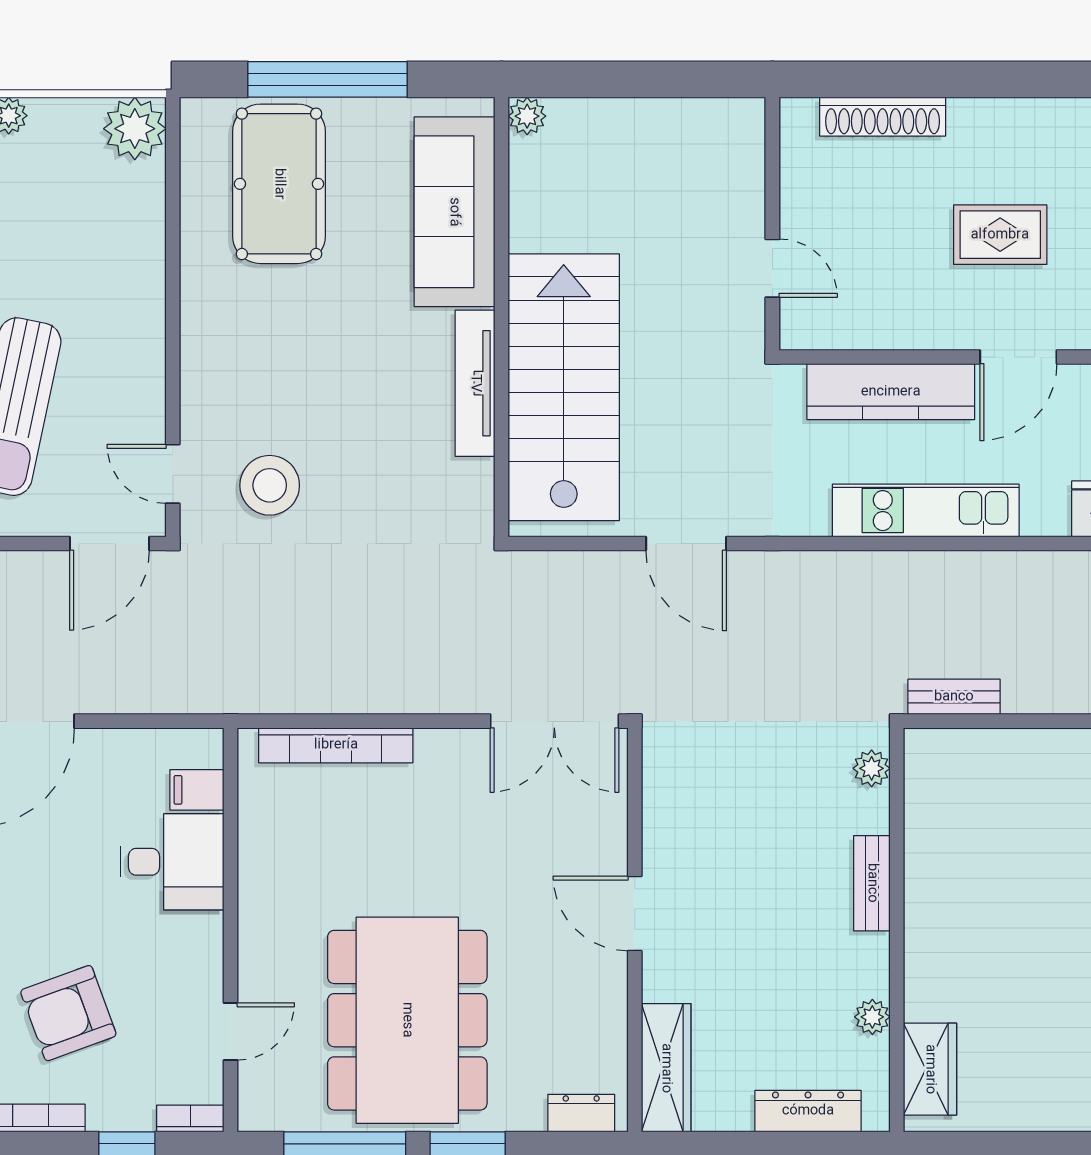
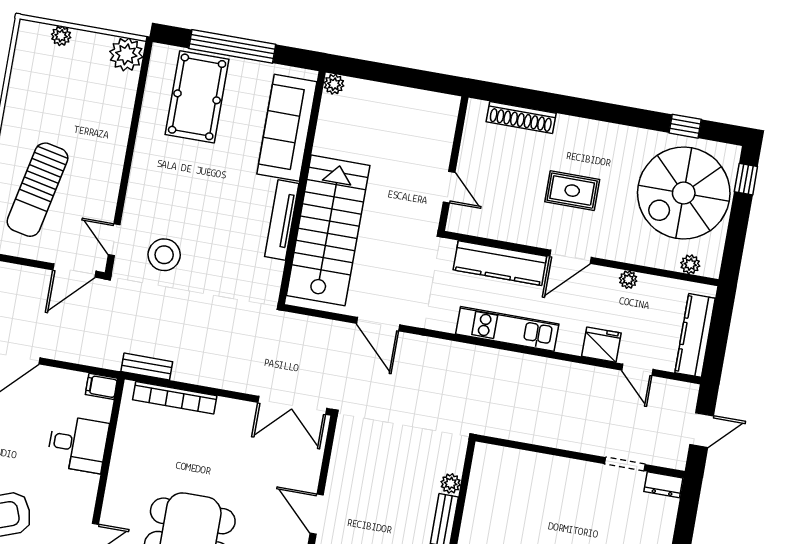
bench: (954, 697) -> (147, 367), moved
plant: (872, 768) -> (451, 483), moved
filing cabinet: (197, 790) -> (101, 386), moved

